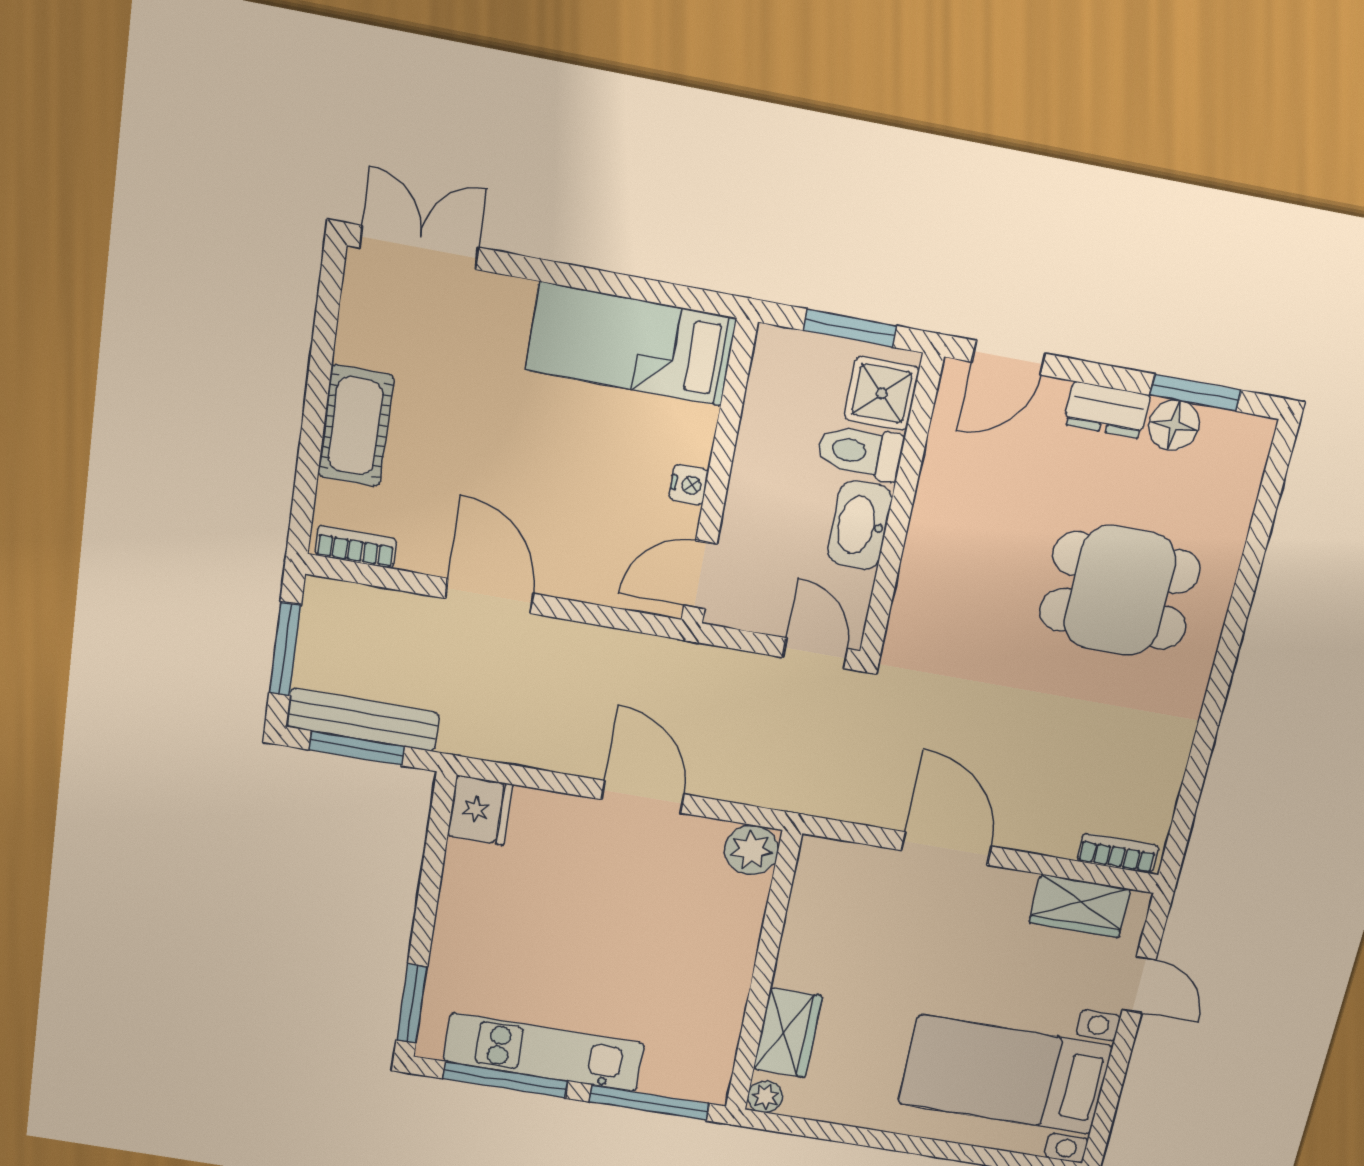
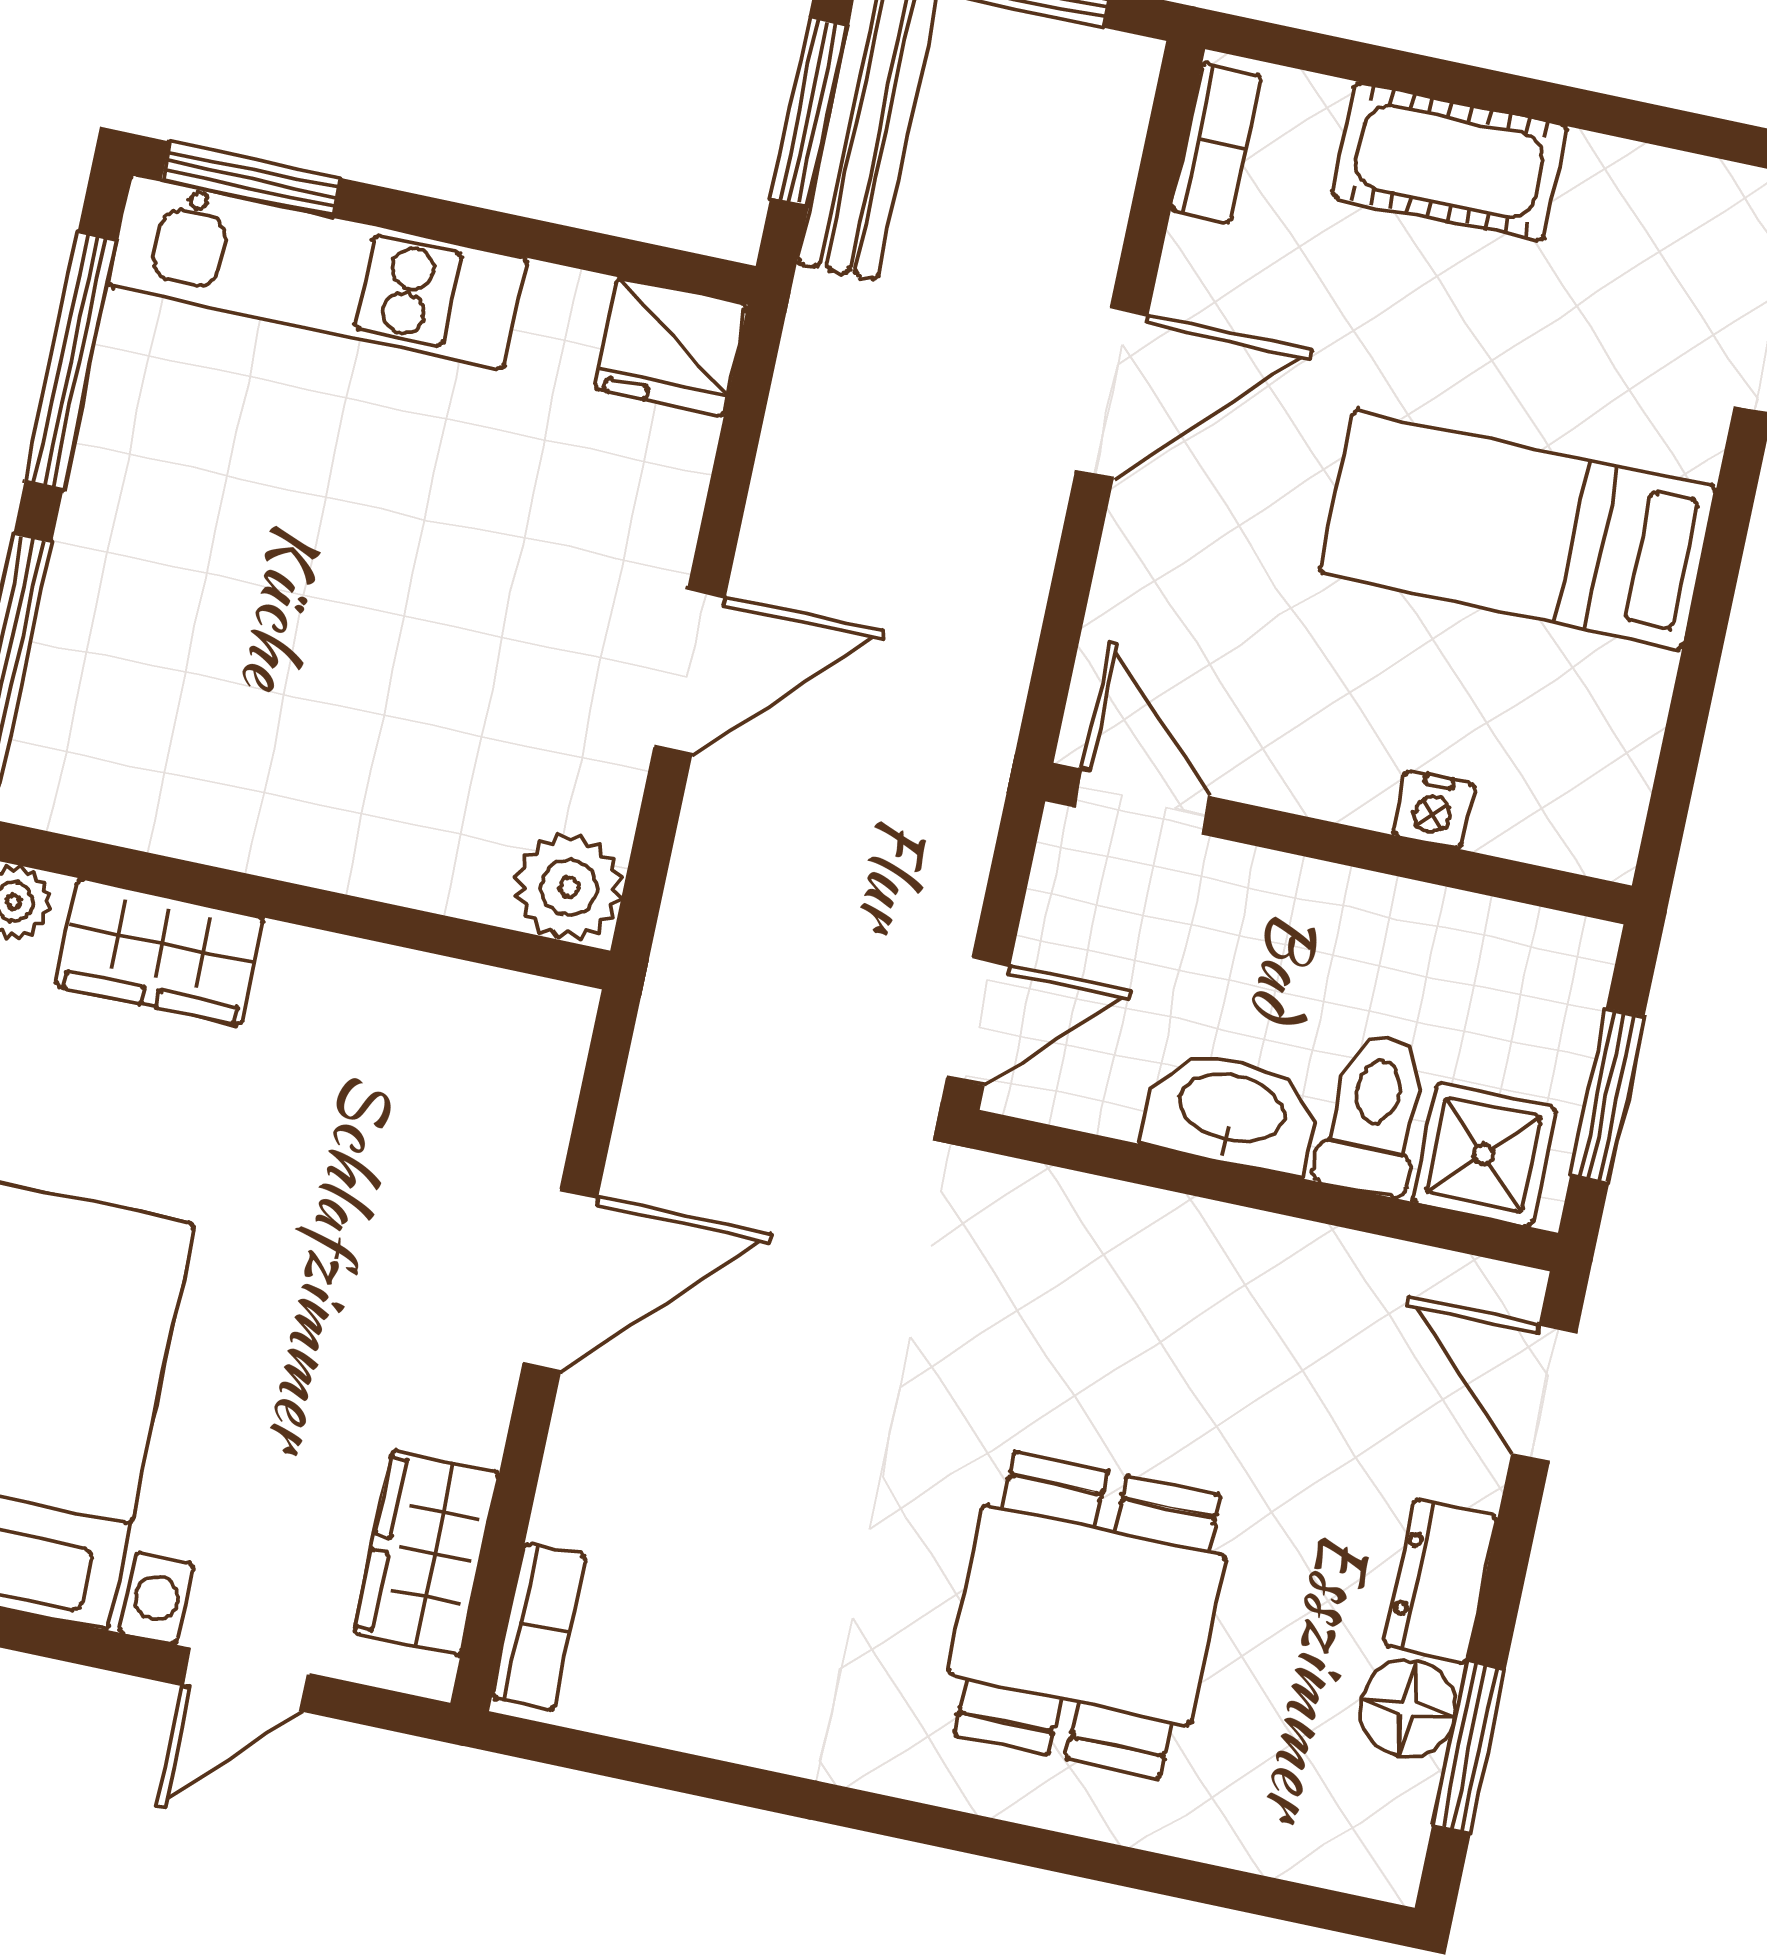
bed: (631, 344) -> (1518, 530), moved, turned -90
nightstand: (689, 485) -> (1433, 809), moved
kitchen unit: (544, 1052) -> (317, 272), moved, turned 90

